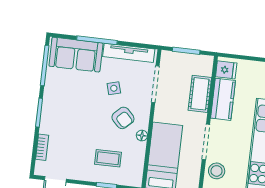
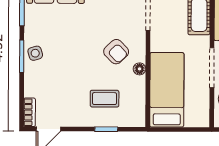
side table: (114, 88) -> (35, 53), moved
bookcase: (42, 147) -> (29, 112), moved

